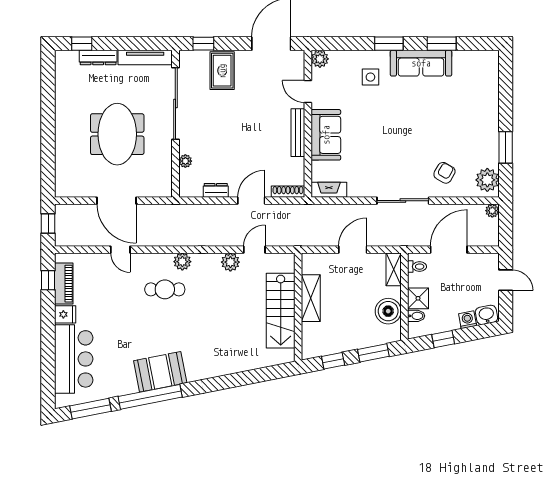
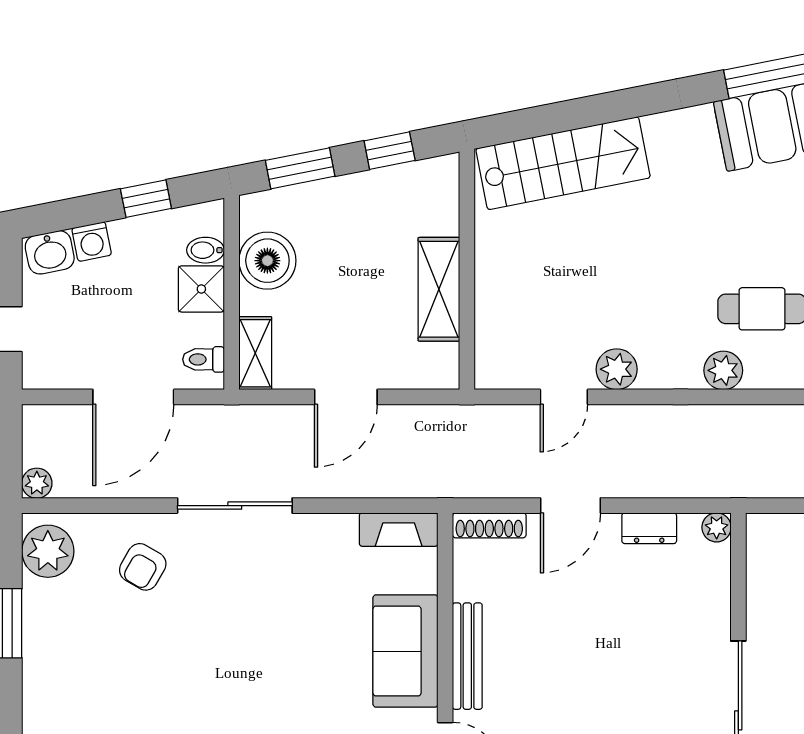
plant: (185, 161) -> (717, 527), moved
stairs: (281, 311) -> (563, 163), moved, turned 79

